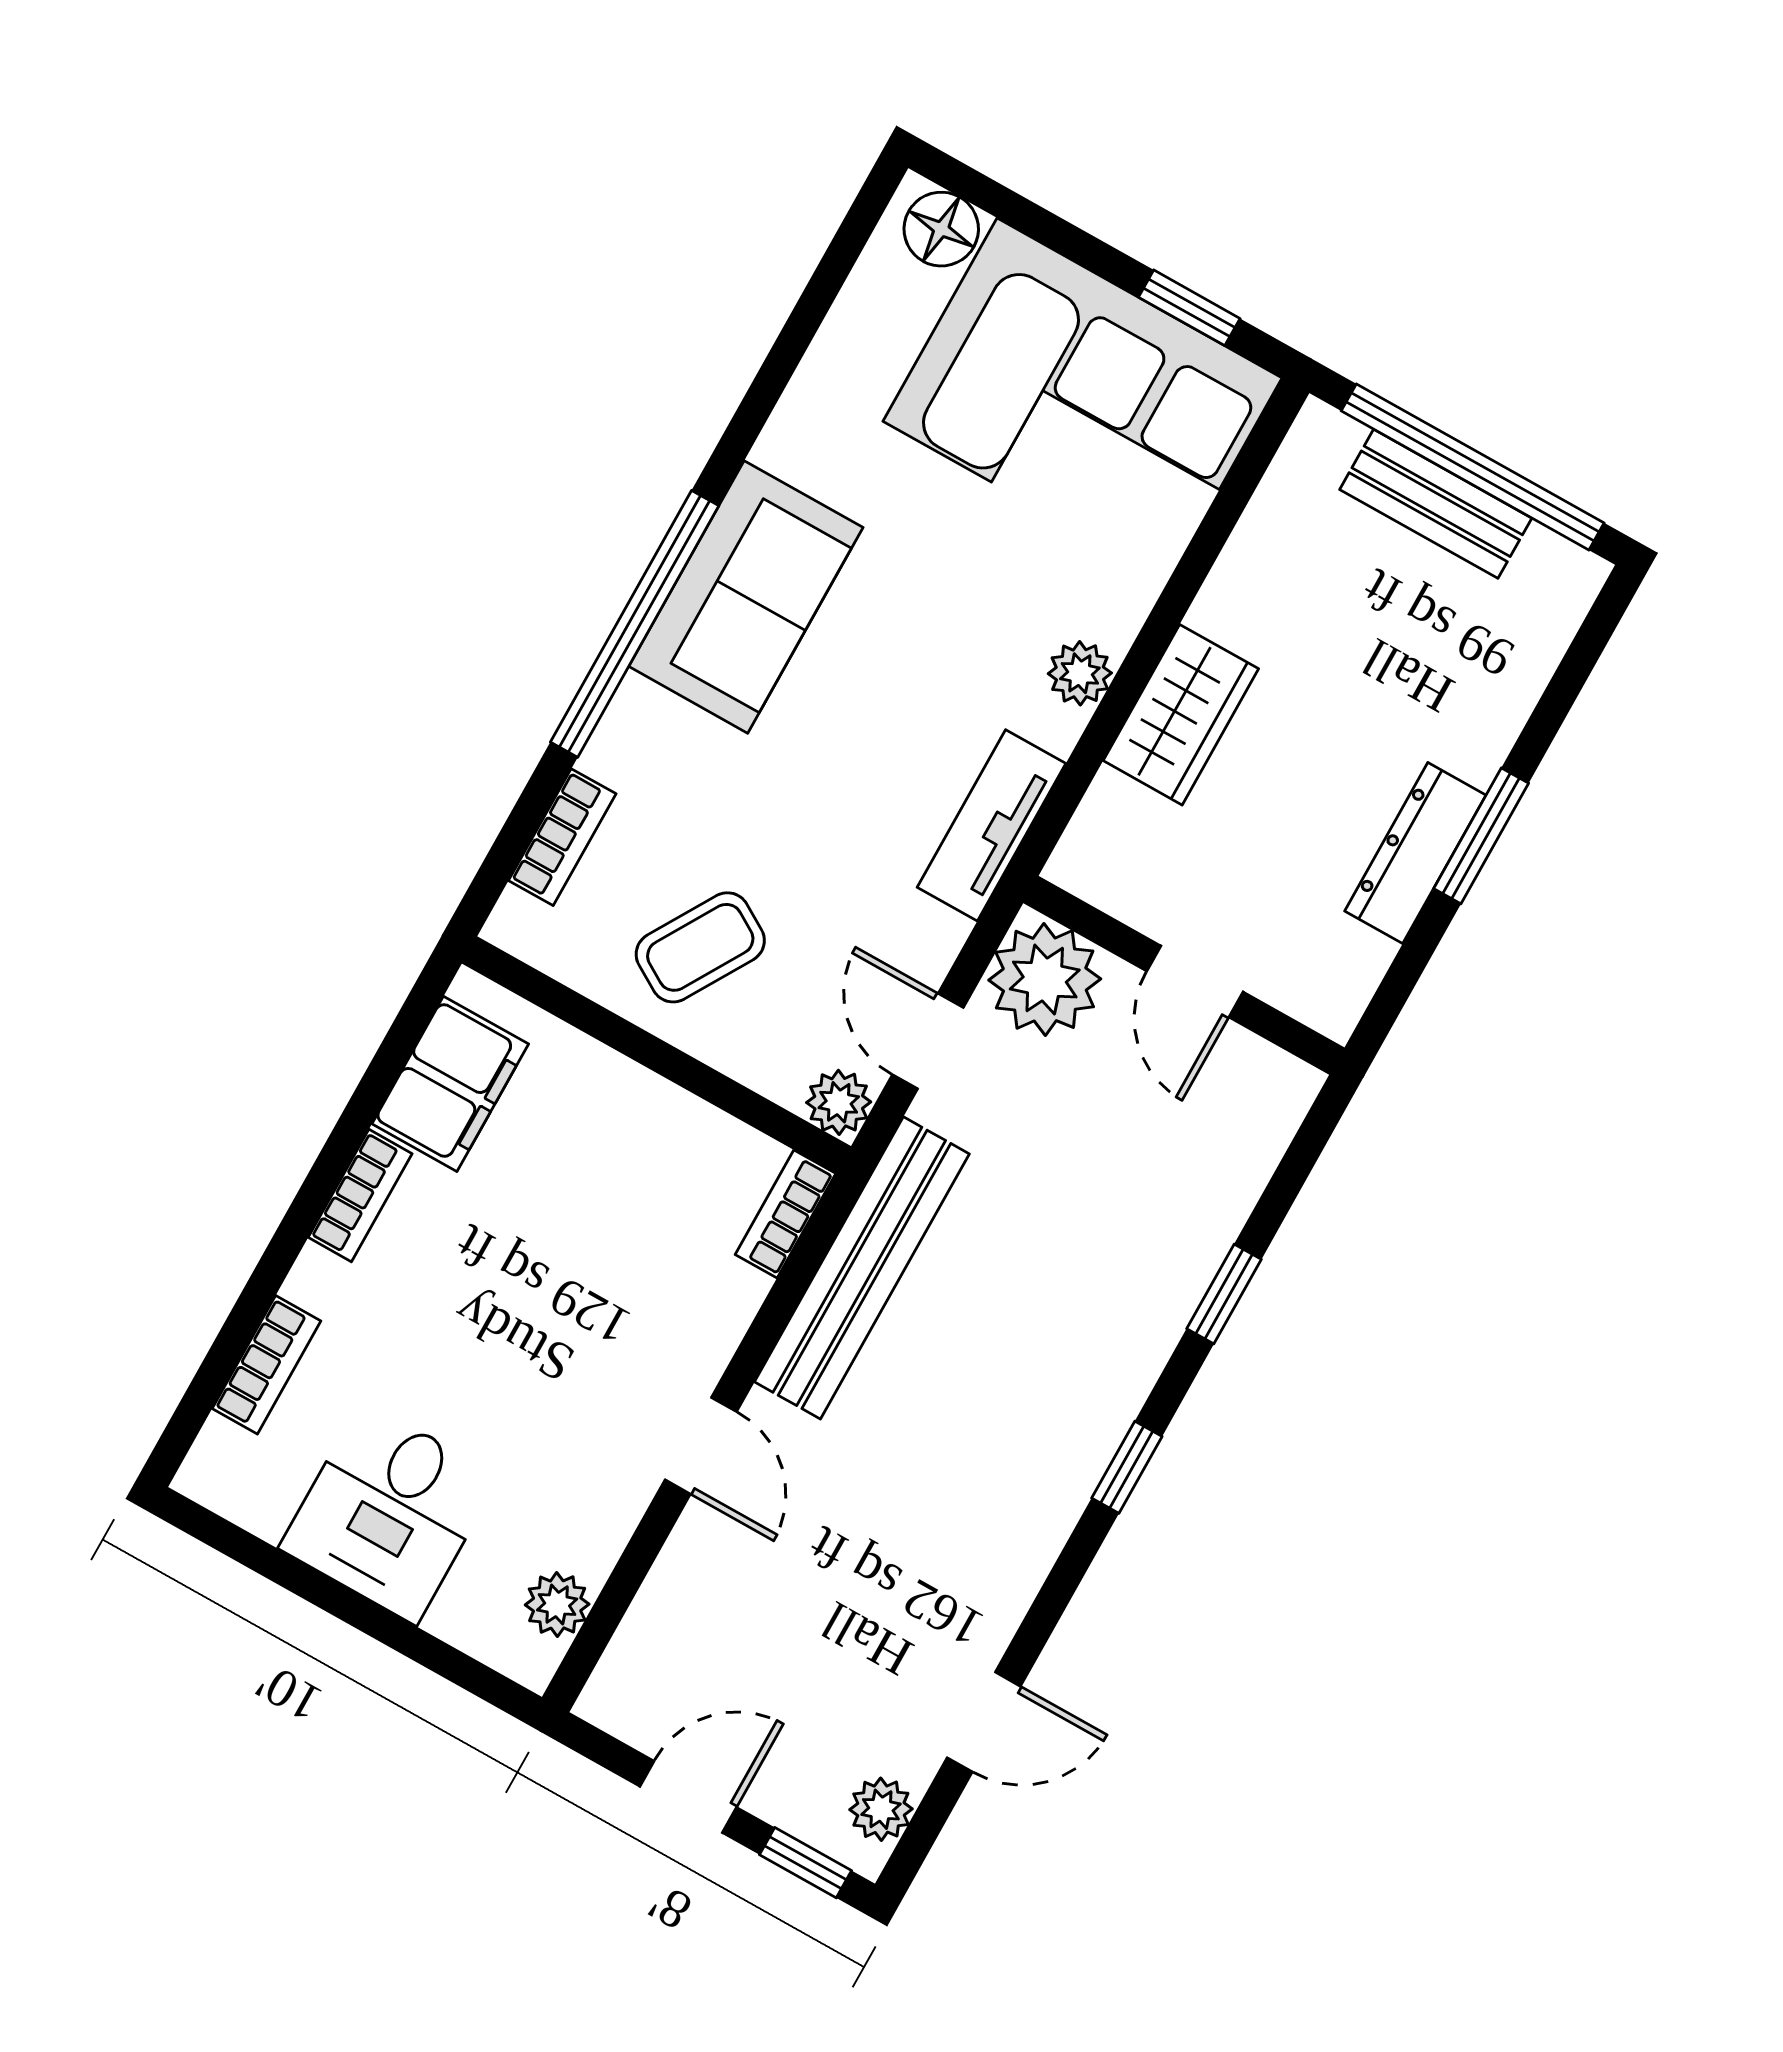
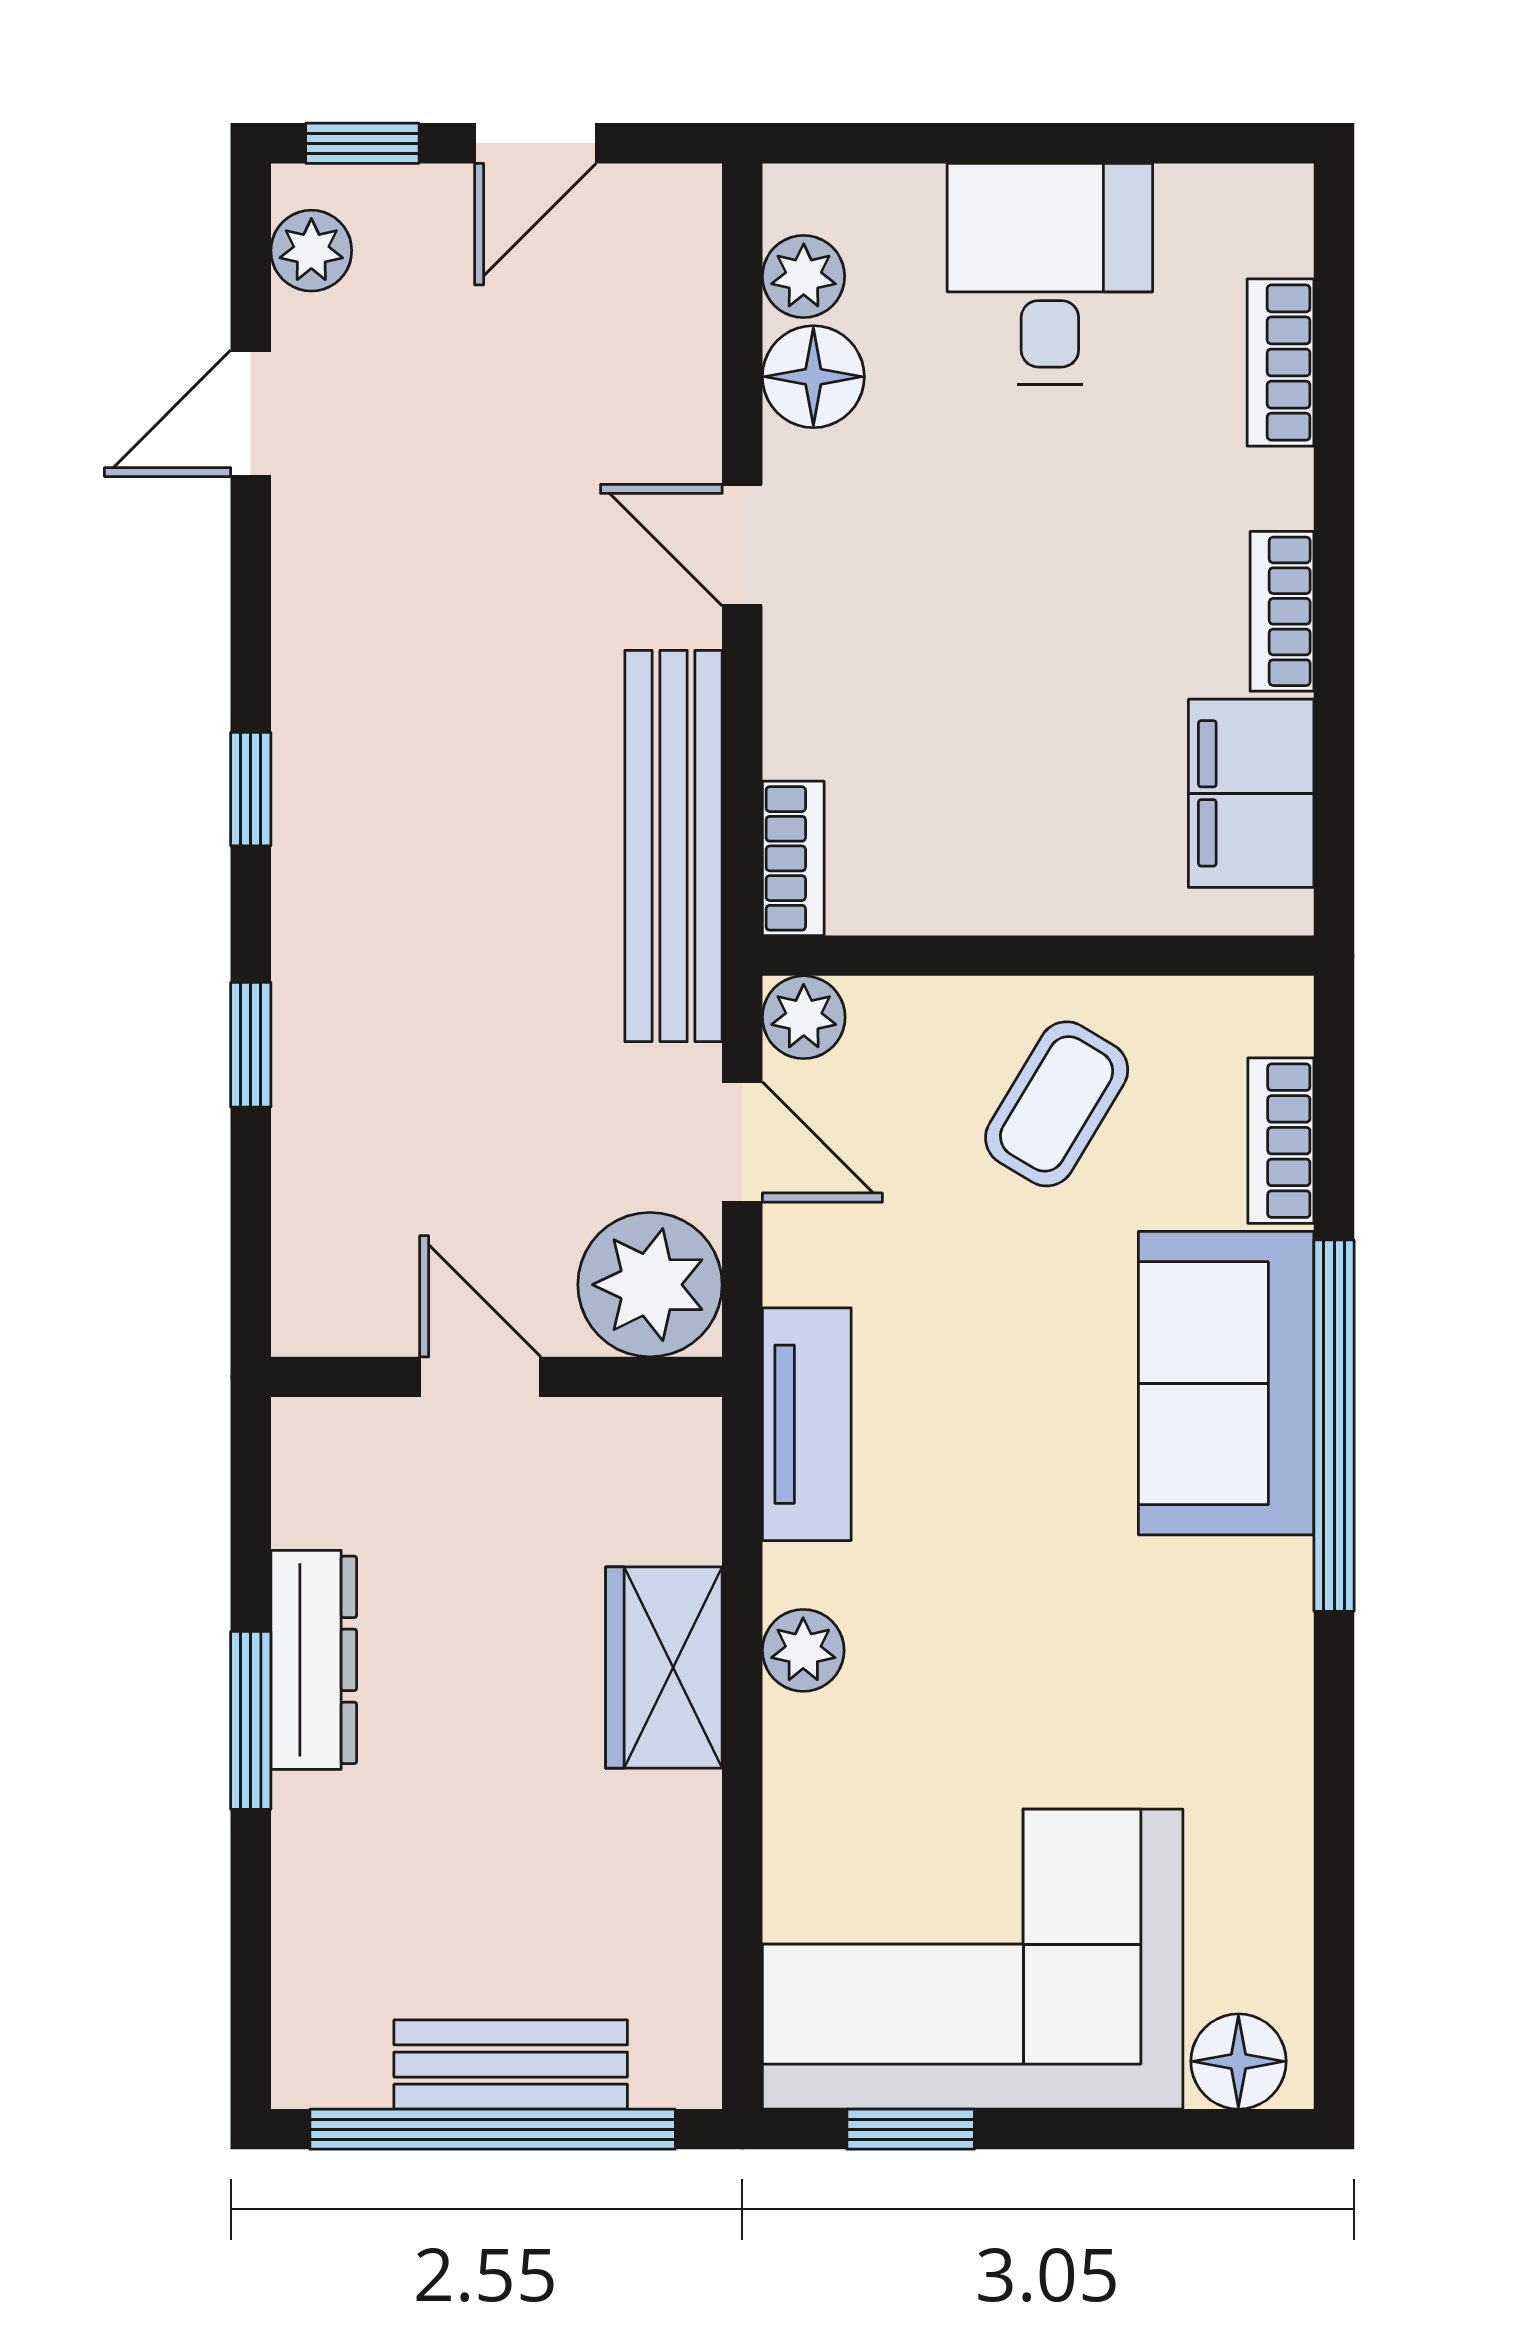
sofa: (746, 597) -> (1226, 1383), moved
floor lamp: (589, 1533) -> (813, 377), added

